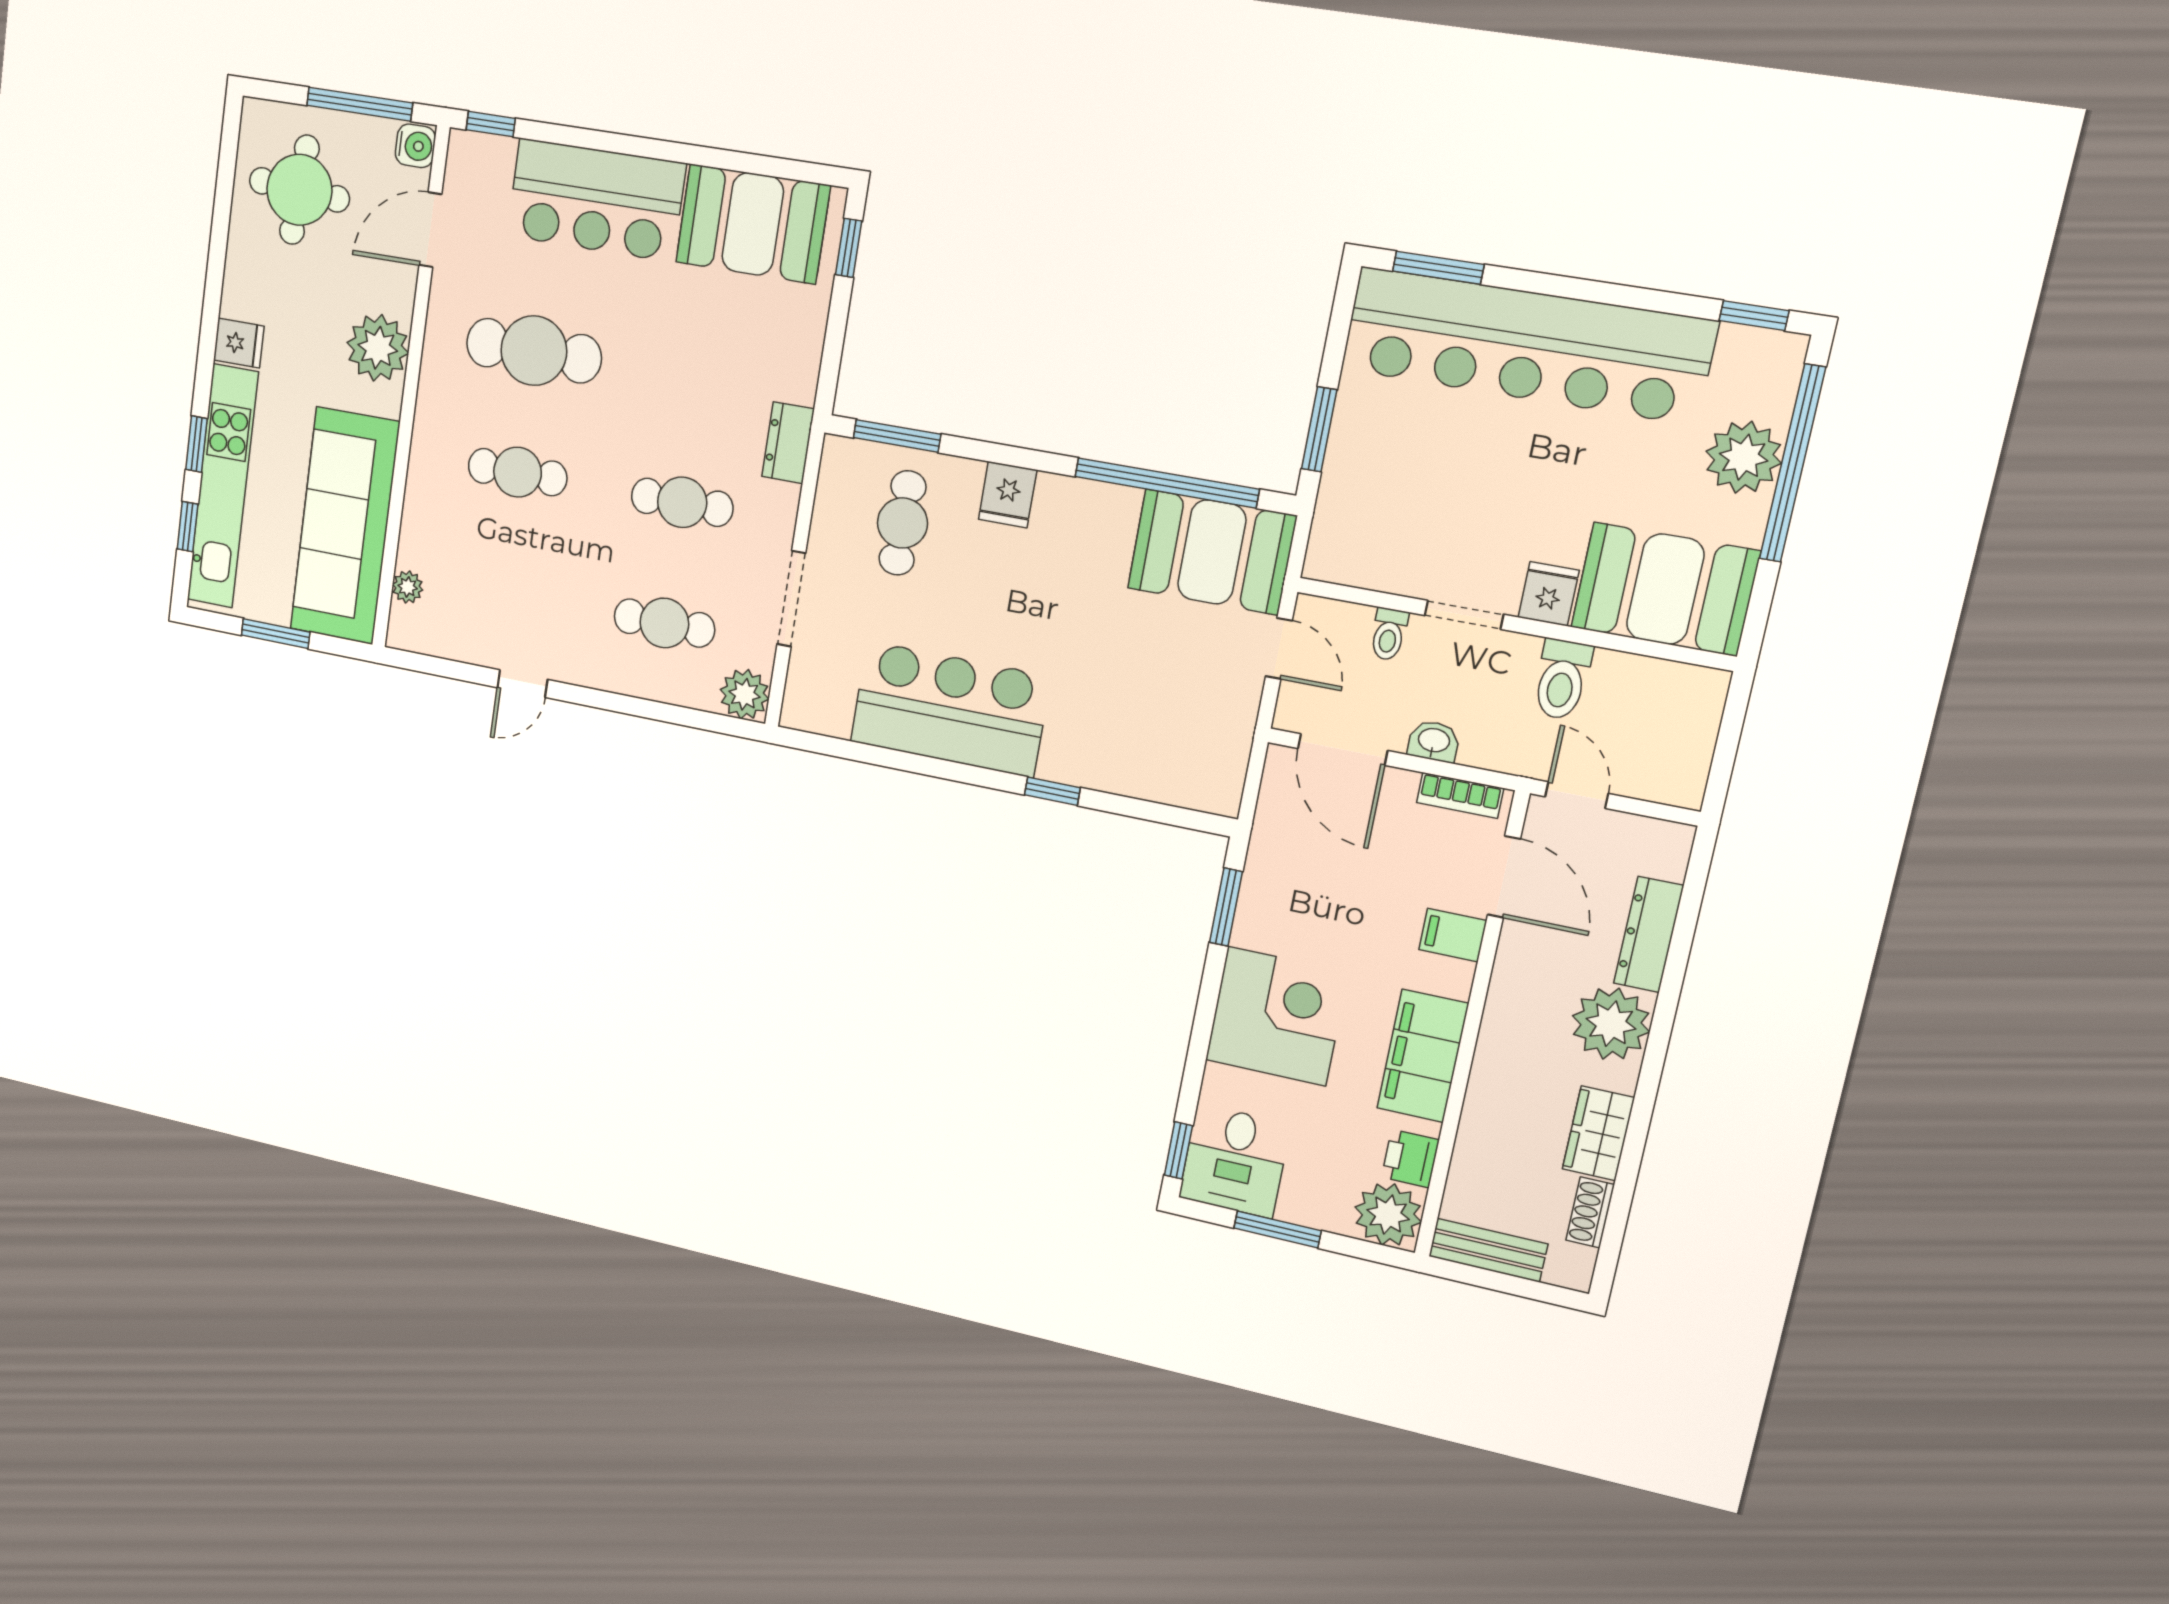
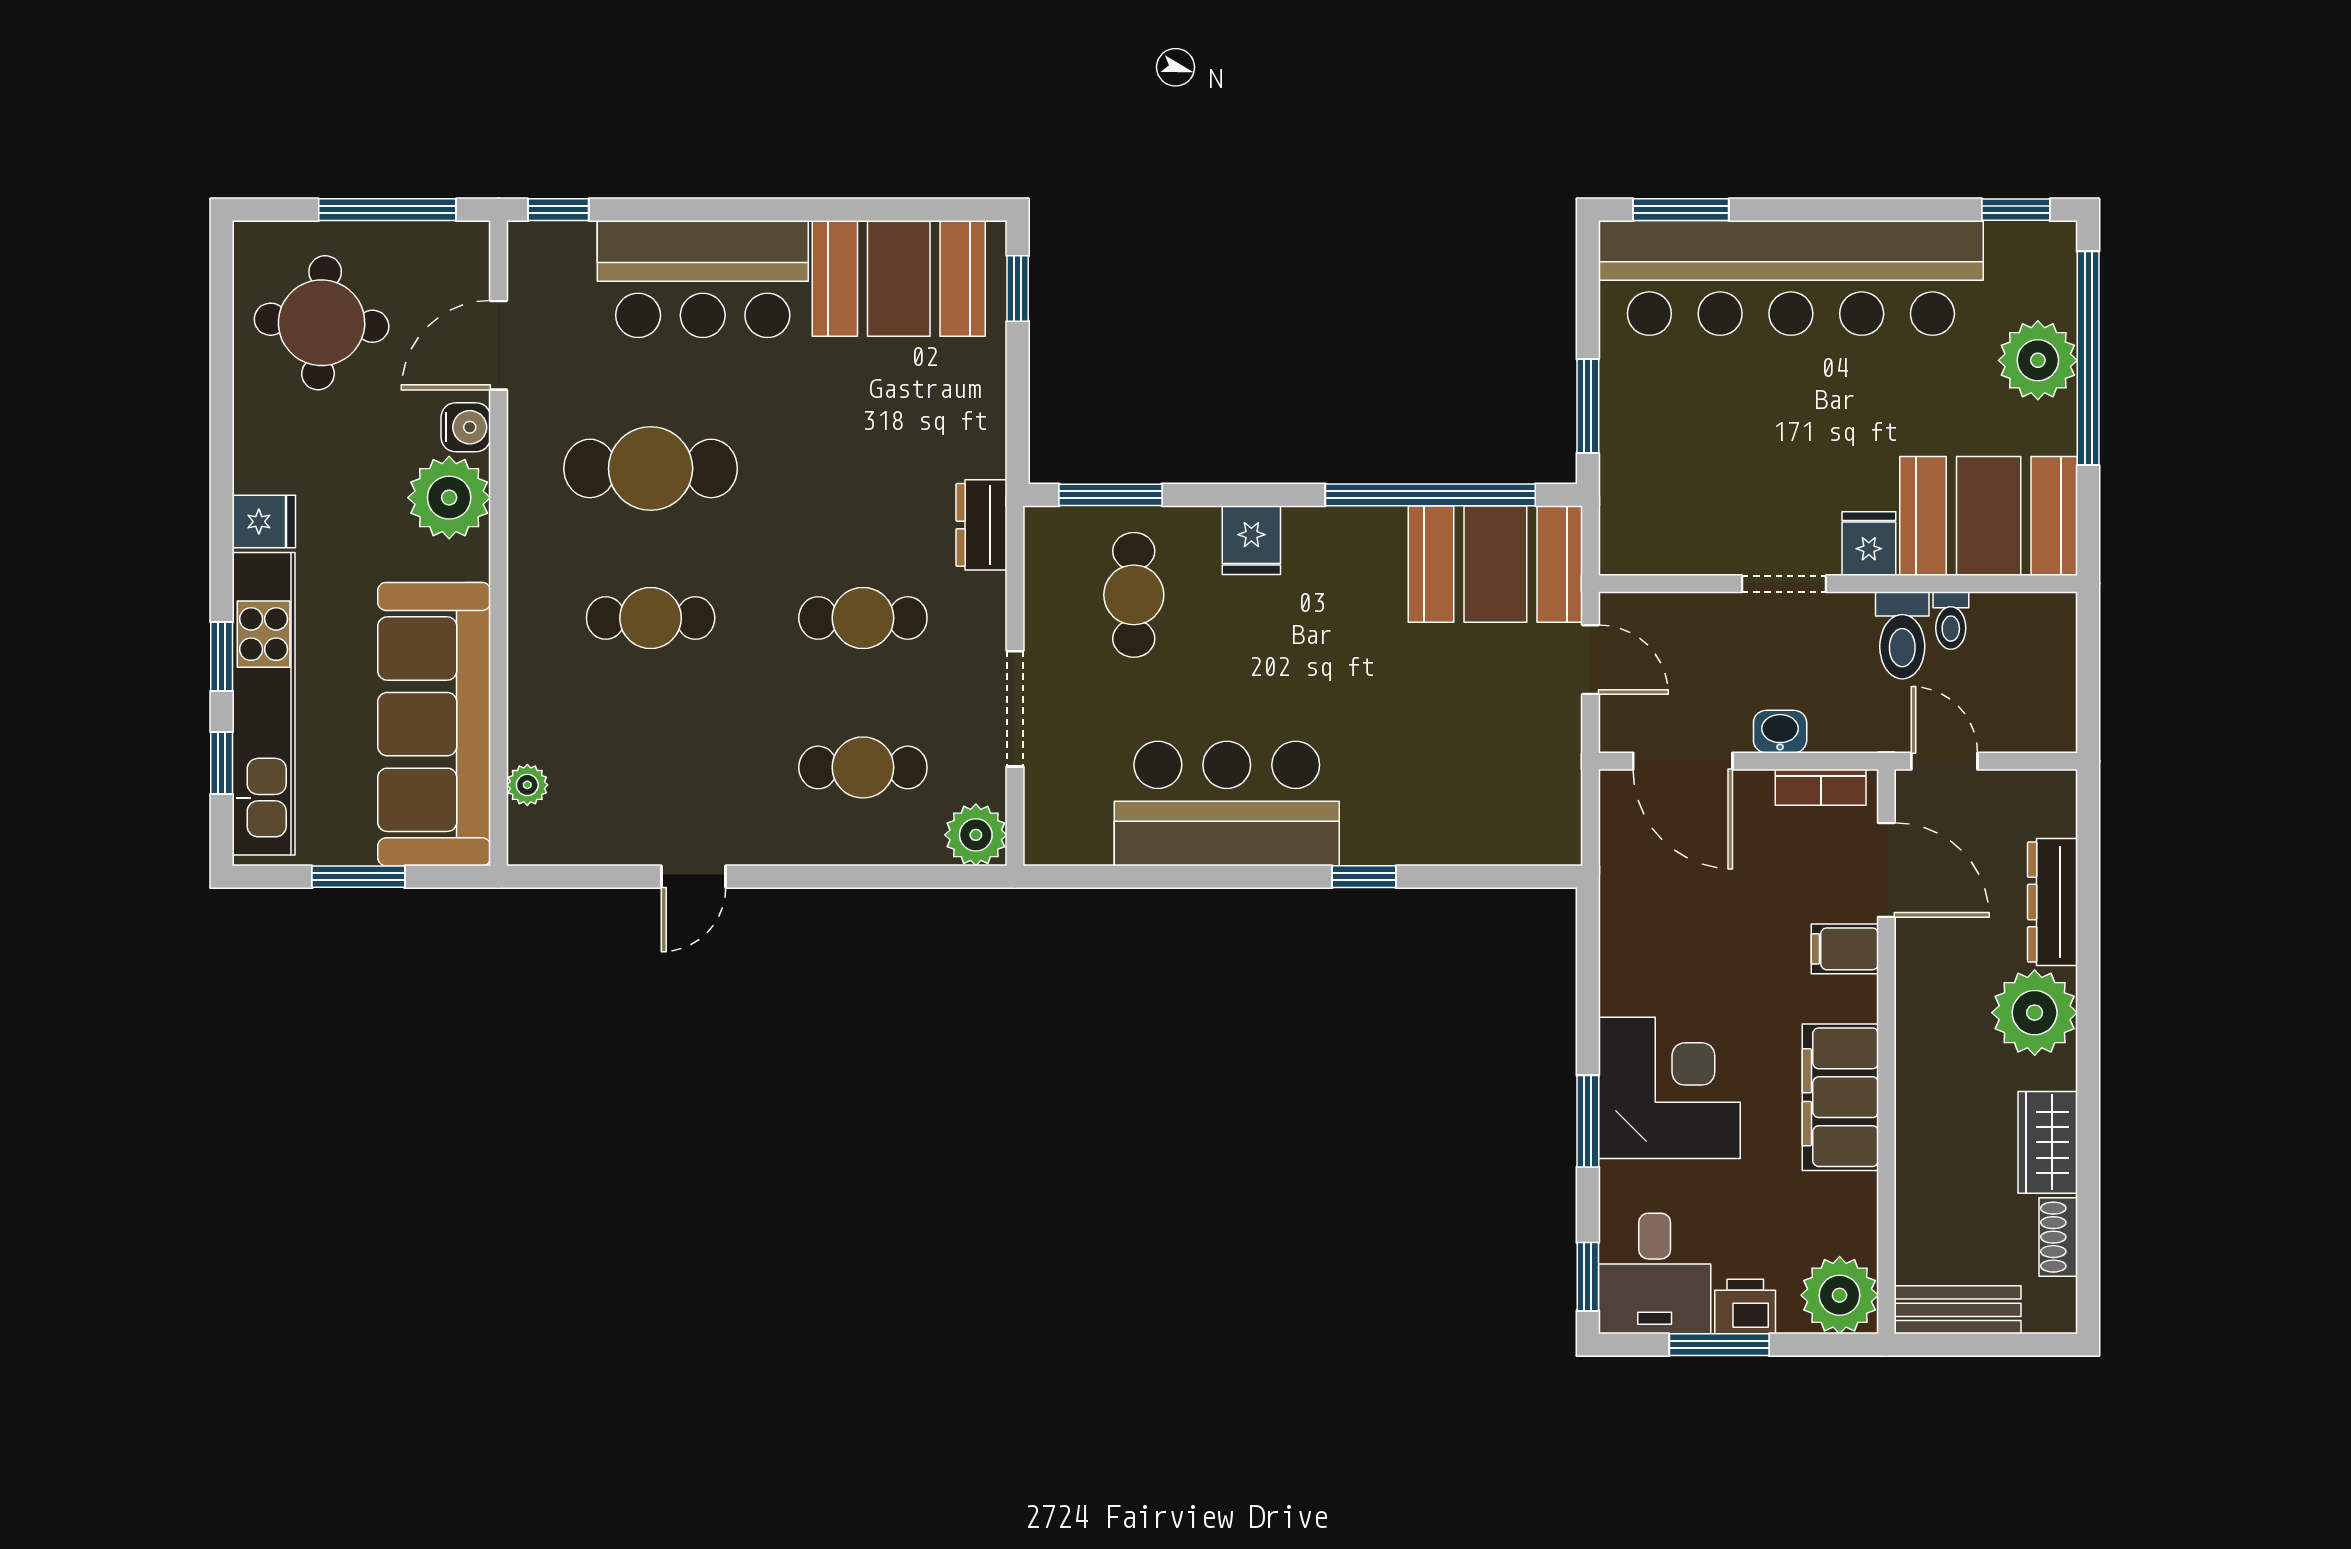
water cooler: (415, 146) -> (466, 427), moved
toilet: (1389, 634) -> (1951, 620), moved
window: (1226, 907) -> (1588, 1121), moved
printer: (1410, 1158) -> (1745, 1306), moved, turned 90

